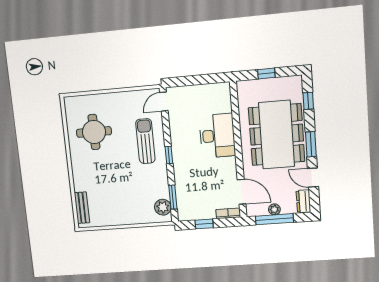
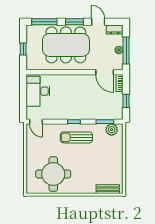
window: (308, 101) -> (44, 22), width x2.17
round table: (94, 132) -> (53, 174), width x1.36, depth x1.36
desk: (217, 136) -> (38, 91), moved, turned -90
sun lounger: (145, 141) -> (76, 137), moved
door: (313, 178) -> (98, 22), swing flipped
door: (242, 192) -> (105, 72), swing flipped

